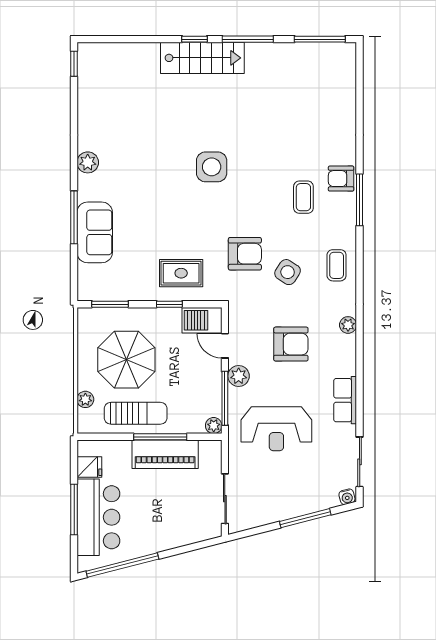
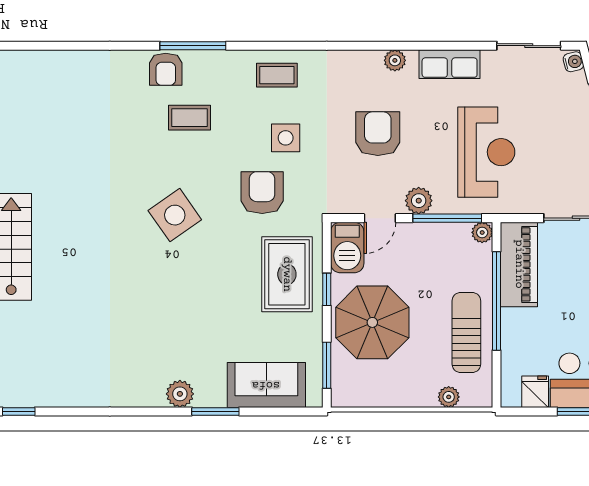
plant: (88, 162) -> (180, 394), moved
side table: (212, 167) -> (175, 215), moved, turned -35
window: (74, 217) -> (215, 411), width x0.69
sofa: (95, 232) -> (266, 385), moved
side table: (288, 272) -> (286, 138), turned -33
rug: (181, 273) -> (287, 274), width x1.36, depth x1.43
plant: (348, 325) -> (395, 60), moved
parasol: (126, 360) -> (372, 322), moved
window: (160, 437) -> (497, 301), width x1.46
piano: (165, 454) -> (519, 264), moved

